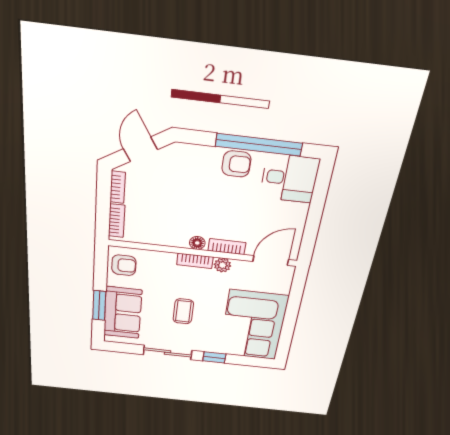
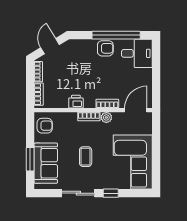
printer: (177, 238) -> (76, 102), added
floor lamp: (197, 243) -> (89, 103), removed

